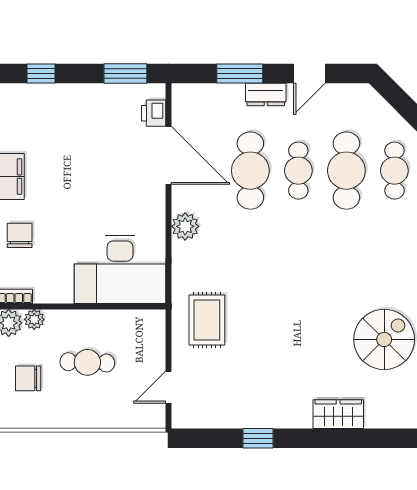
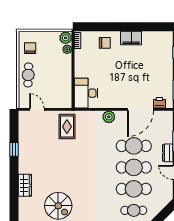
cafe table: (298, 171) -> (134, 167), width x1.37, depth x1.35
desk: (120, 269) -> (86, 93), width x0.73, depth x0.77
rug: (207, 320) -> (67, 127), turned 90
cafe table: (87, 362) -> (28, 75), moved
chair: (28, 378) -> (30, 48), moved

